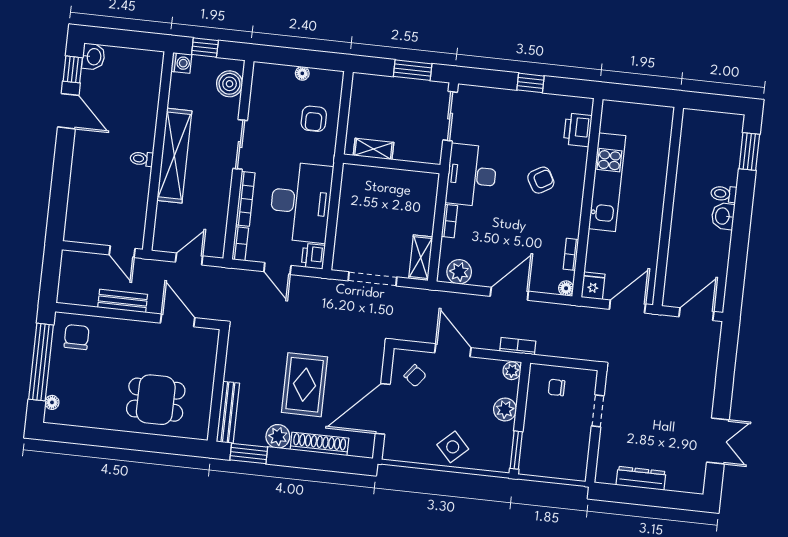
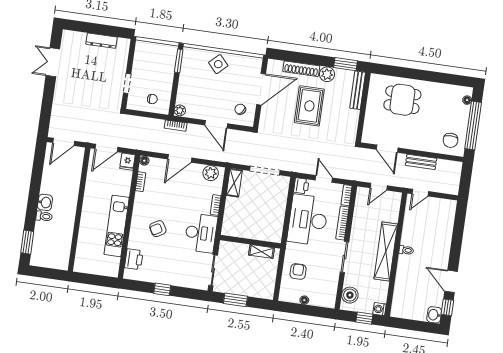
door: (122, 252) -> (420, 193), swing flipped
plant: (505, 409) -> (185, 86), removed

